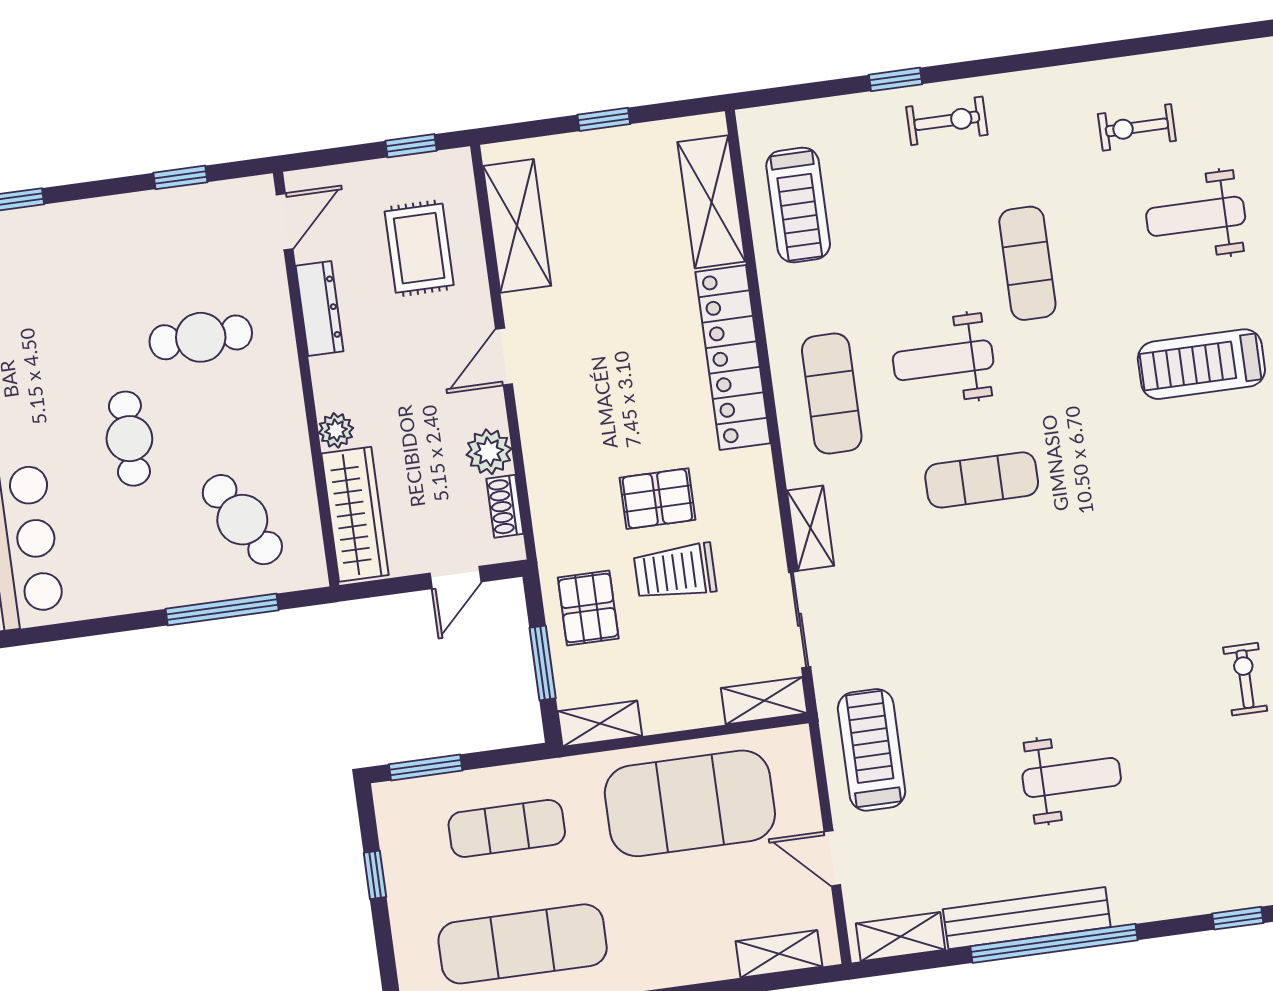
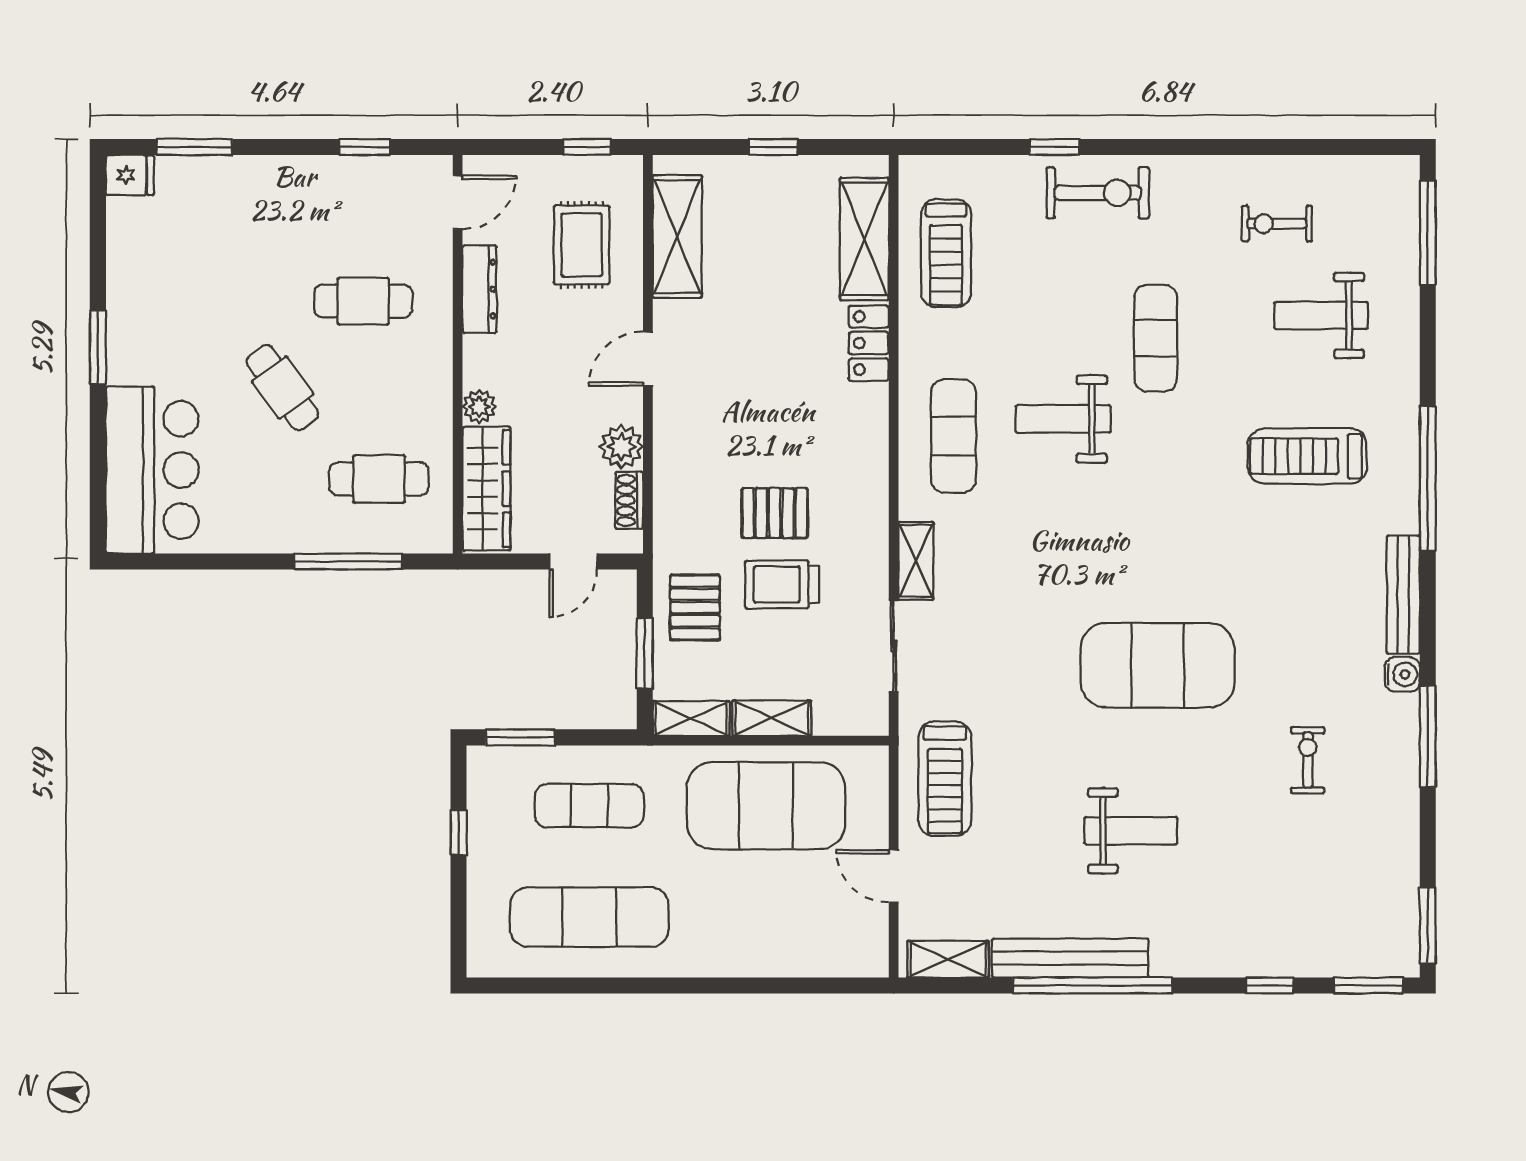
exercise bike: (947, 121) -> (1098, 193), width x1.38, depth x1.39
locker: (733, 358) -> (869, 343), width x0.46, depth x0.83
cafe table: (129, 439) -> (283, 388), turned -36
exercise mat: (982, 480) -> (1158, 665), moved, width x2.00, depth x1.45
cafe table: (242, 520) -> (379, 479), turned -59
shelving: (764, 701) -> (772, 718), moved
treadmill: (872, 750) -> (945, 779), turned 180
shelving: (779, 954) -> (831, 960), removed

